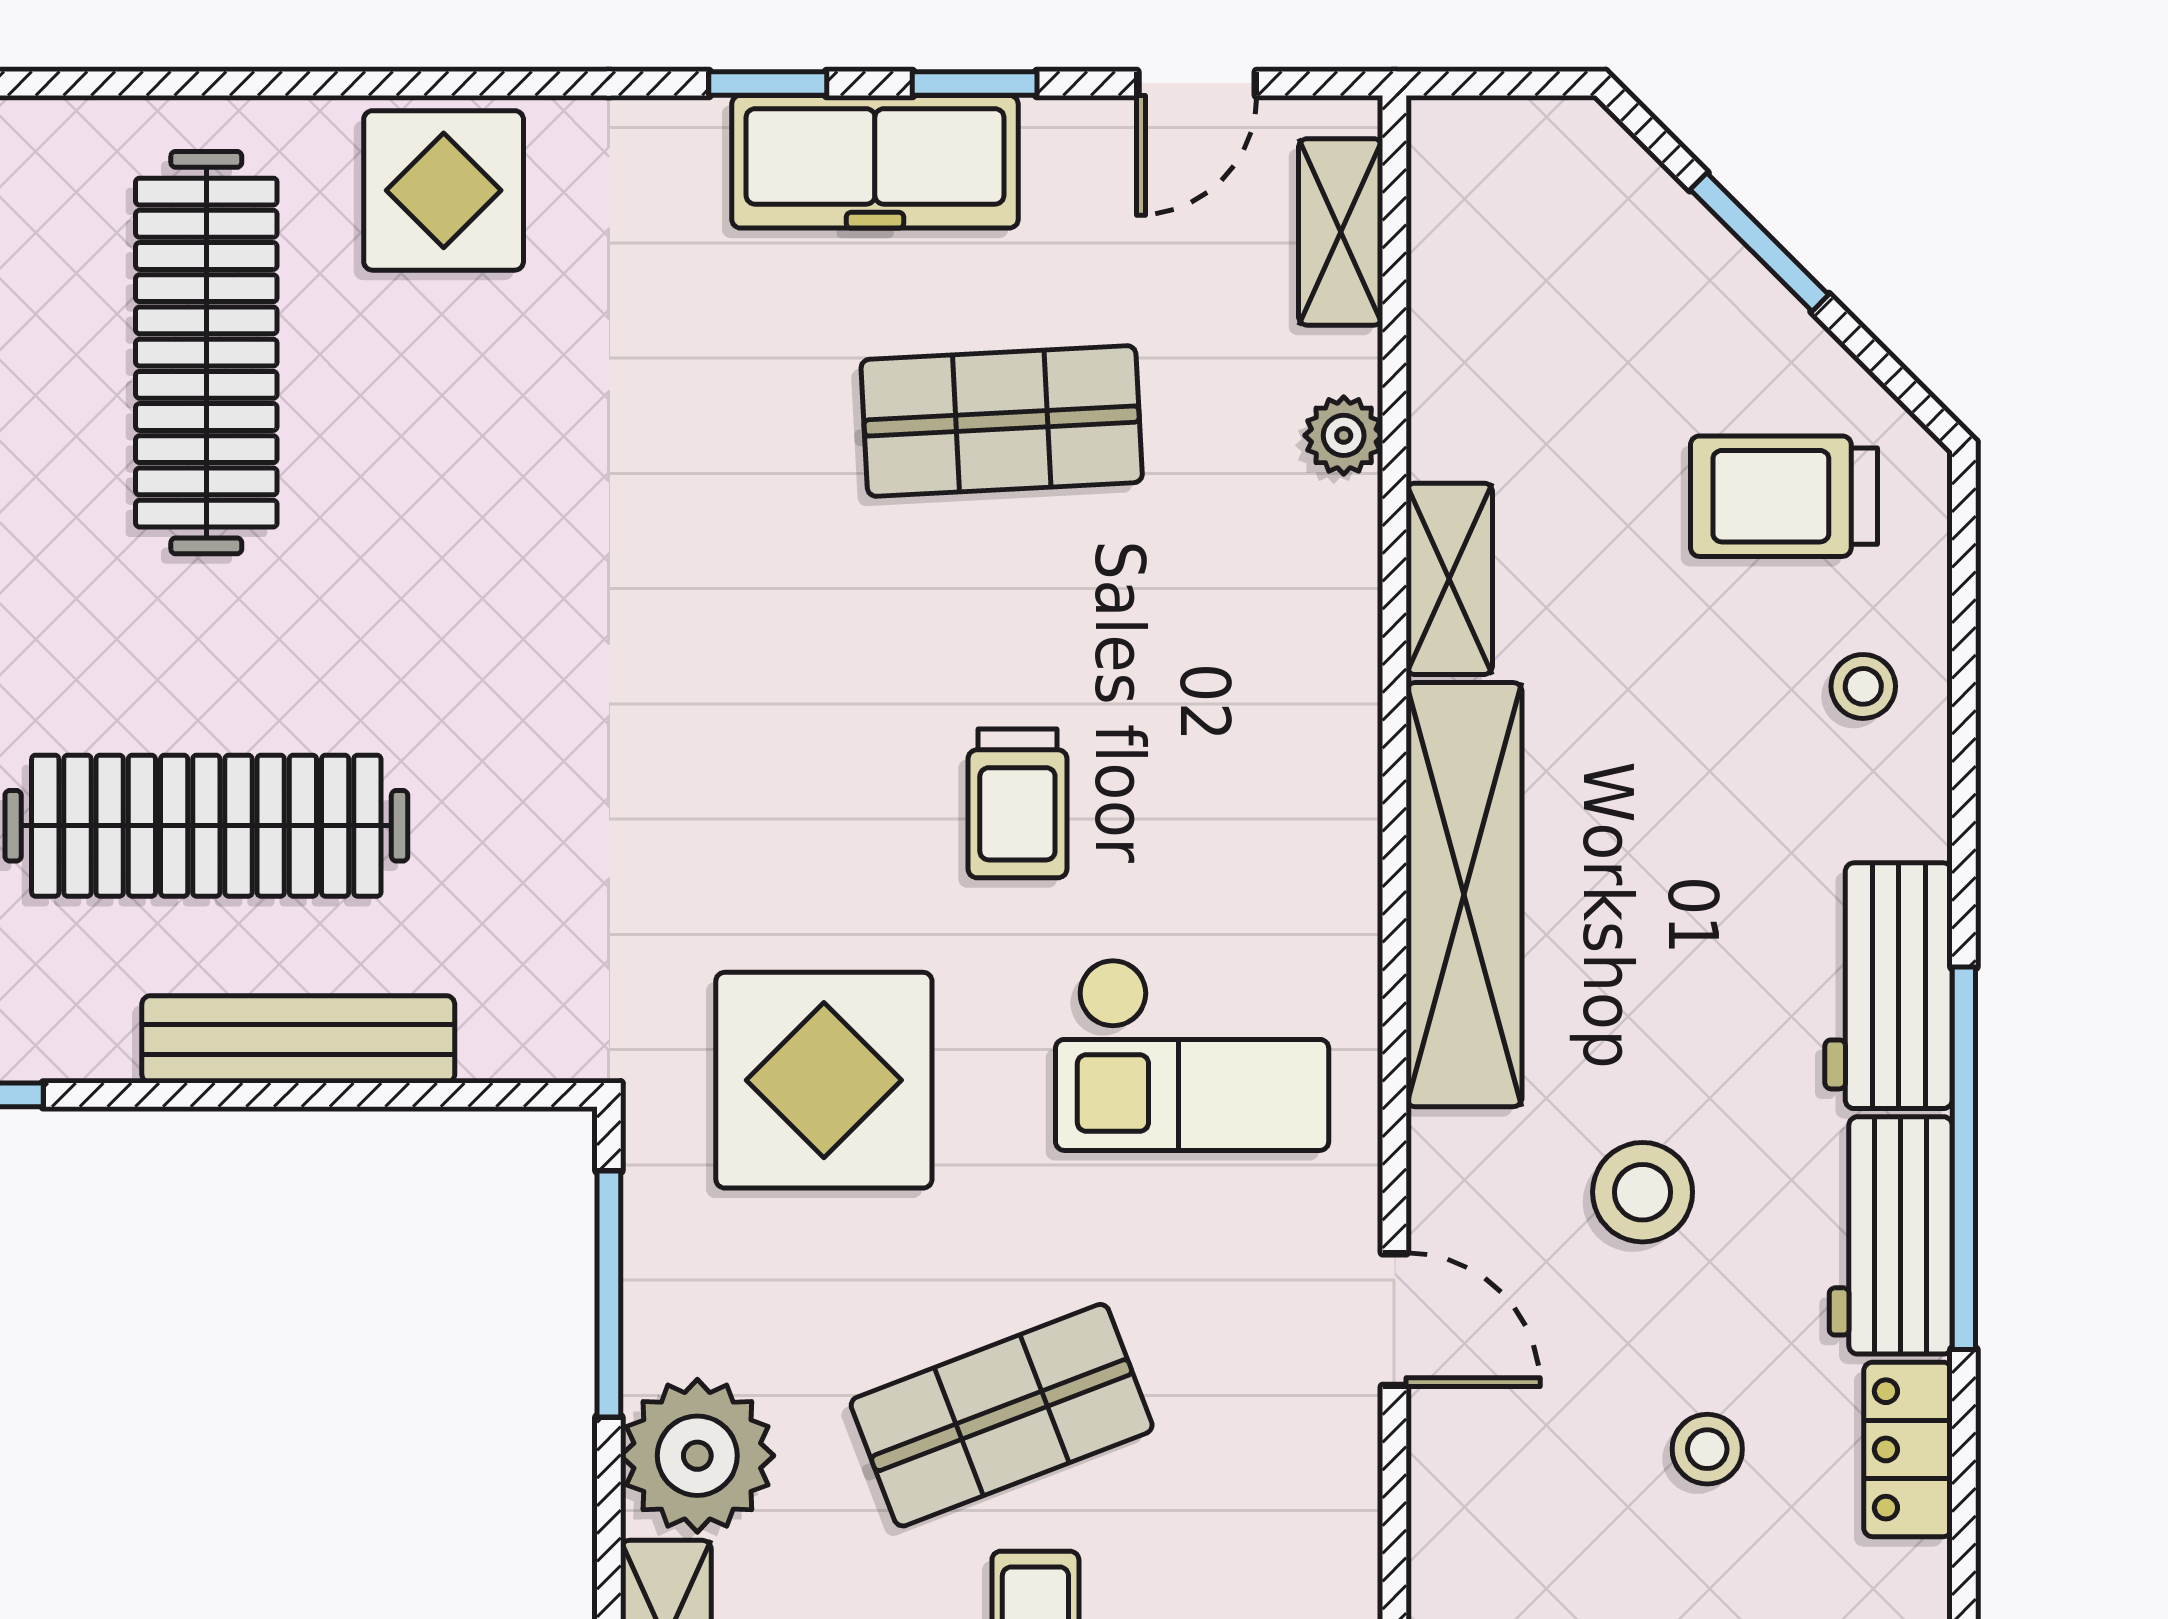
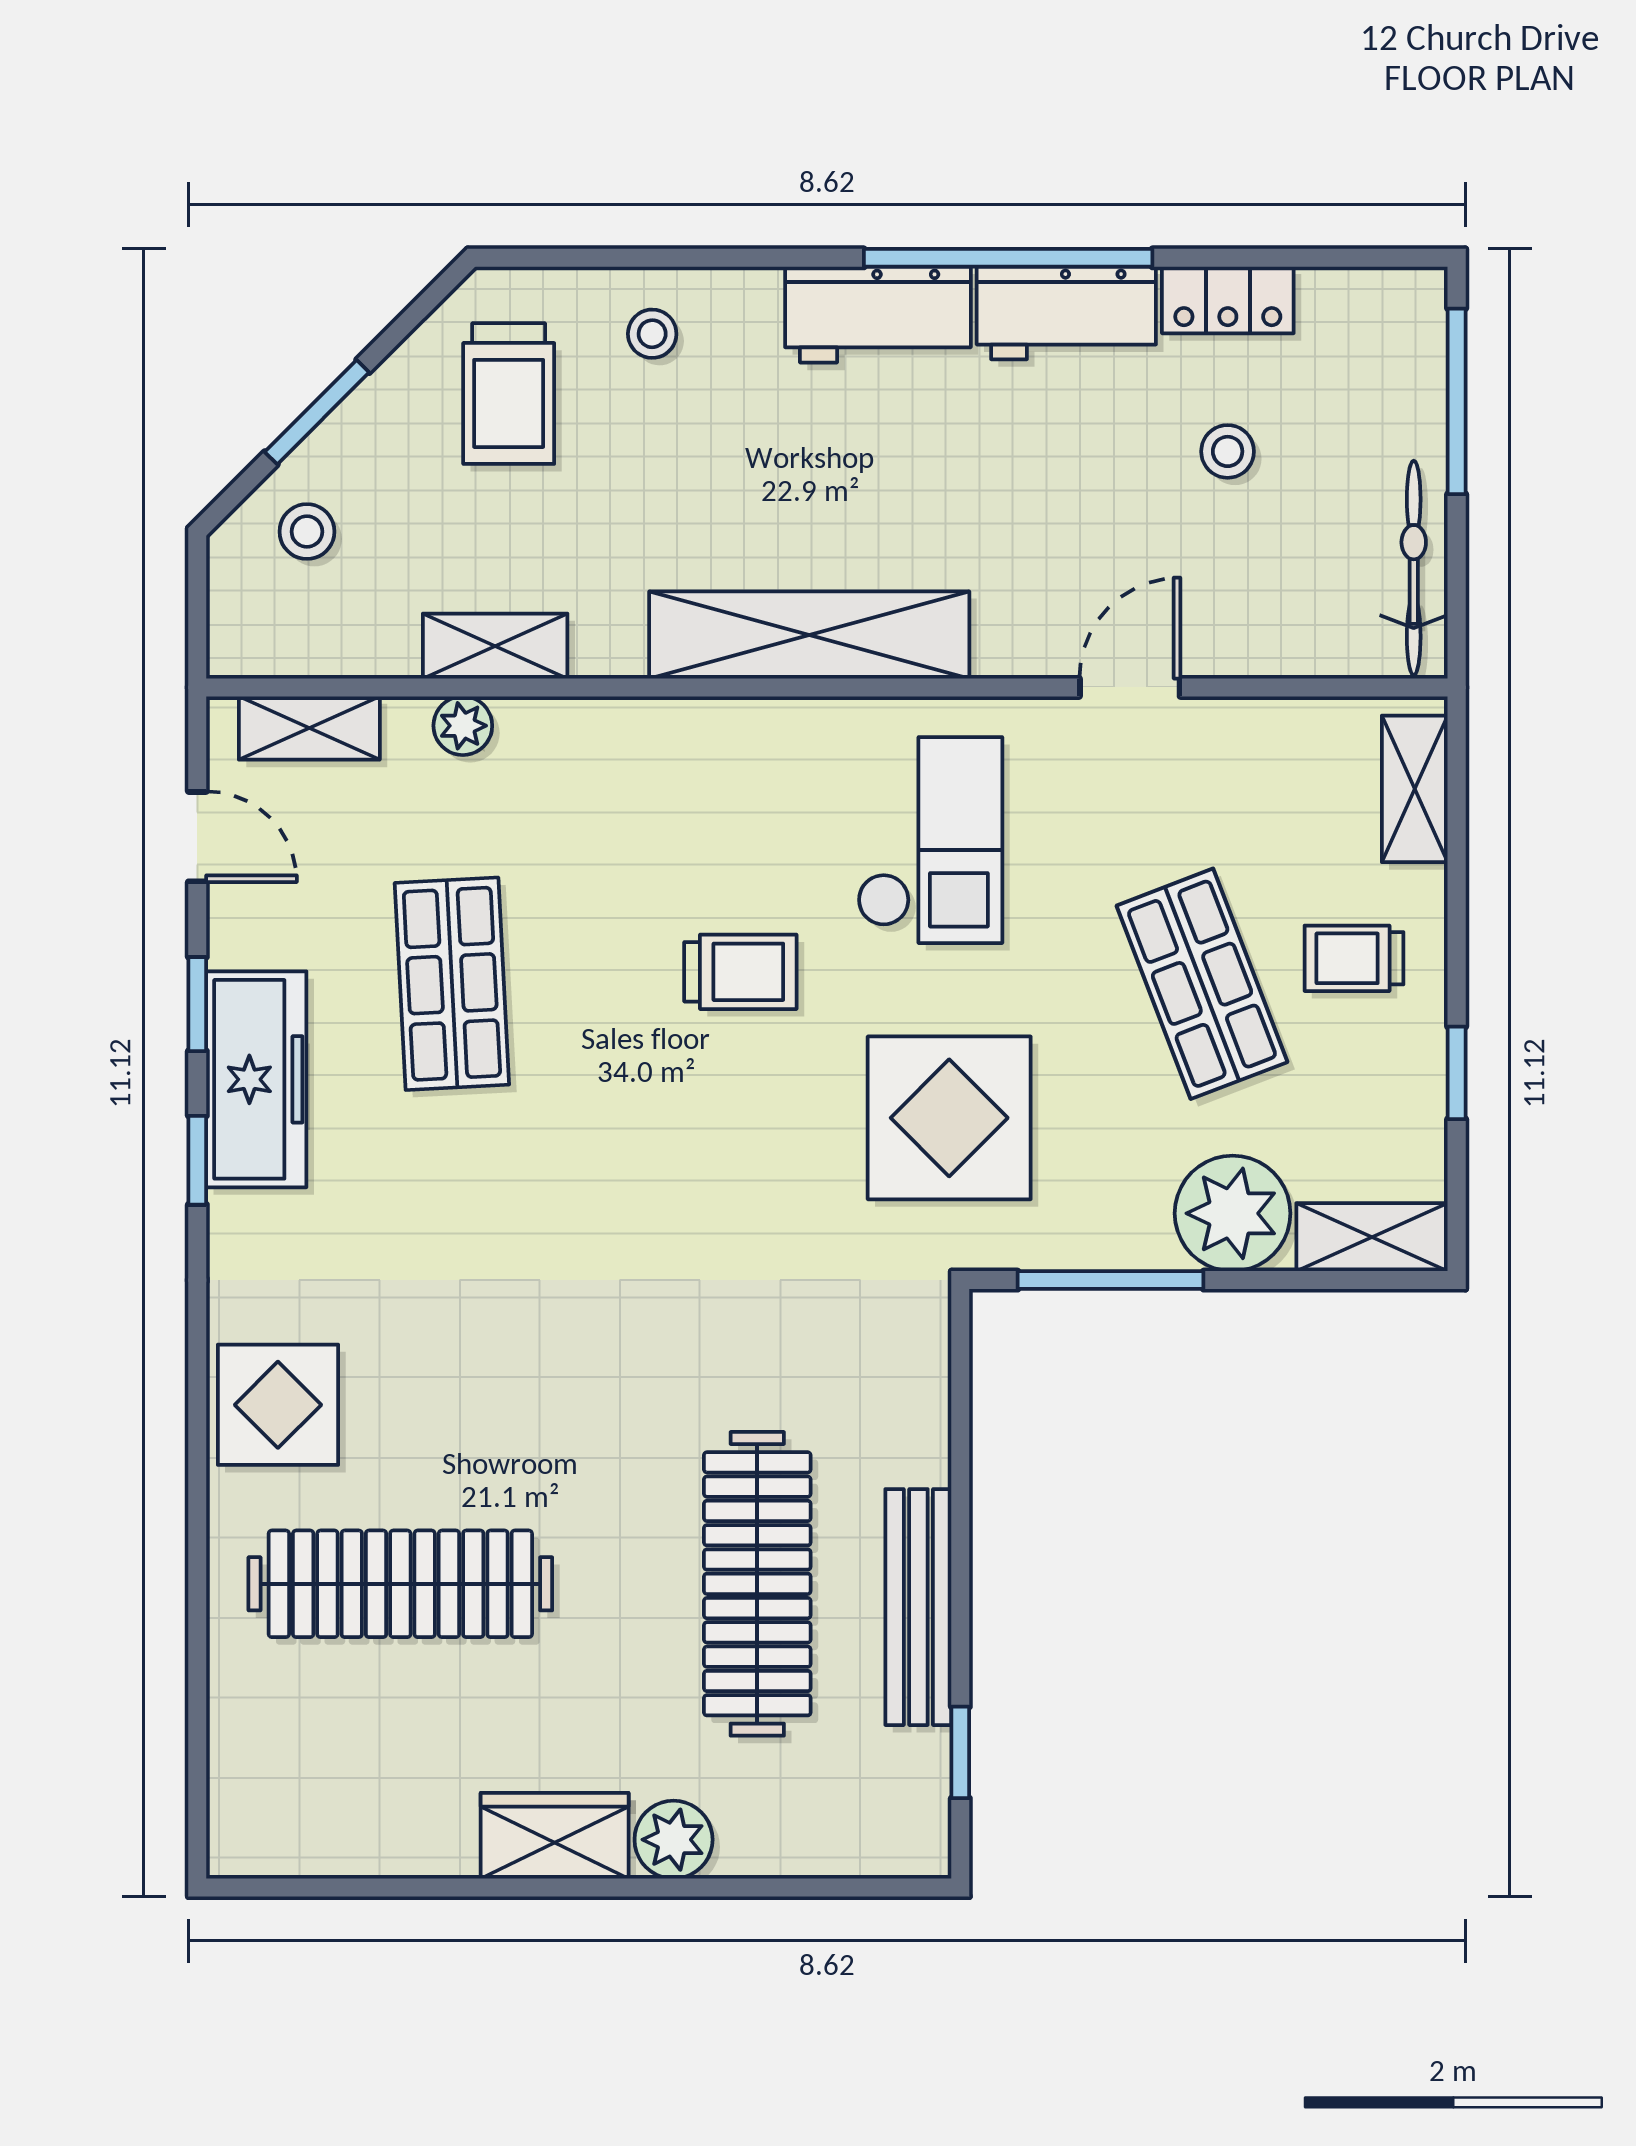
shelving: (1449, 579) -> (495, 646), moved
bench: (298, 1039) -> (918, 1607), moved
stool: (1643, 1192) -> (307, 532), moved, width x0.73, depth x0.73

